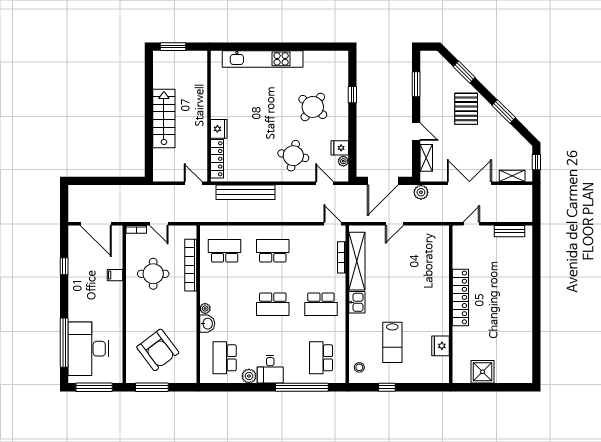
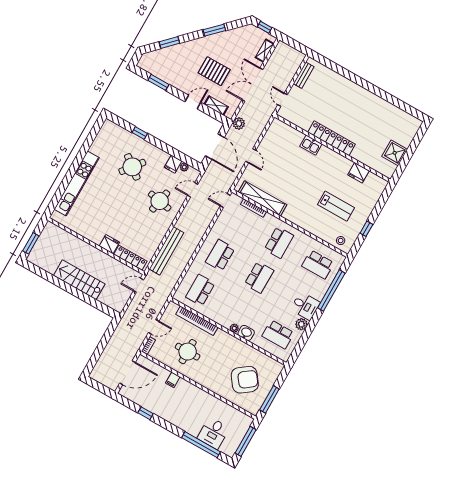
pallet: (466, 109) -> (214, 71), moved
kitchen sink: (357, 302) -> (311, 145), moved, turned 180
desk: (88, 349) -> (213, 433), width x0.53, depth x0.77

